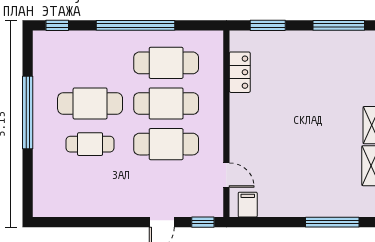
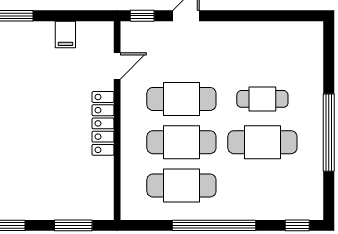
locker: (240, 72) -> (103, 123), moved, width x1.53
door: (226, 175) -> (117, 66), swing flipped
filing cabinet: (248, 205) -> (65, 35), moved

